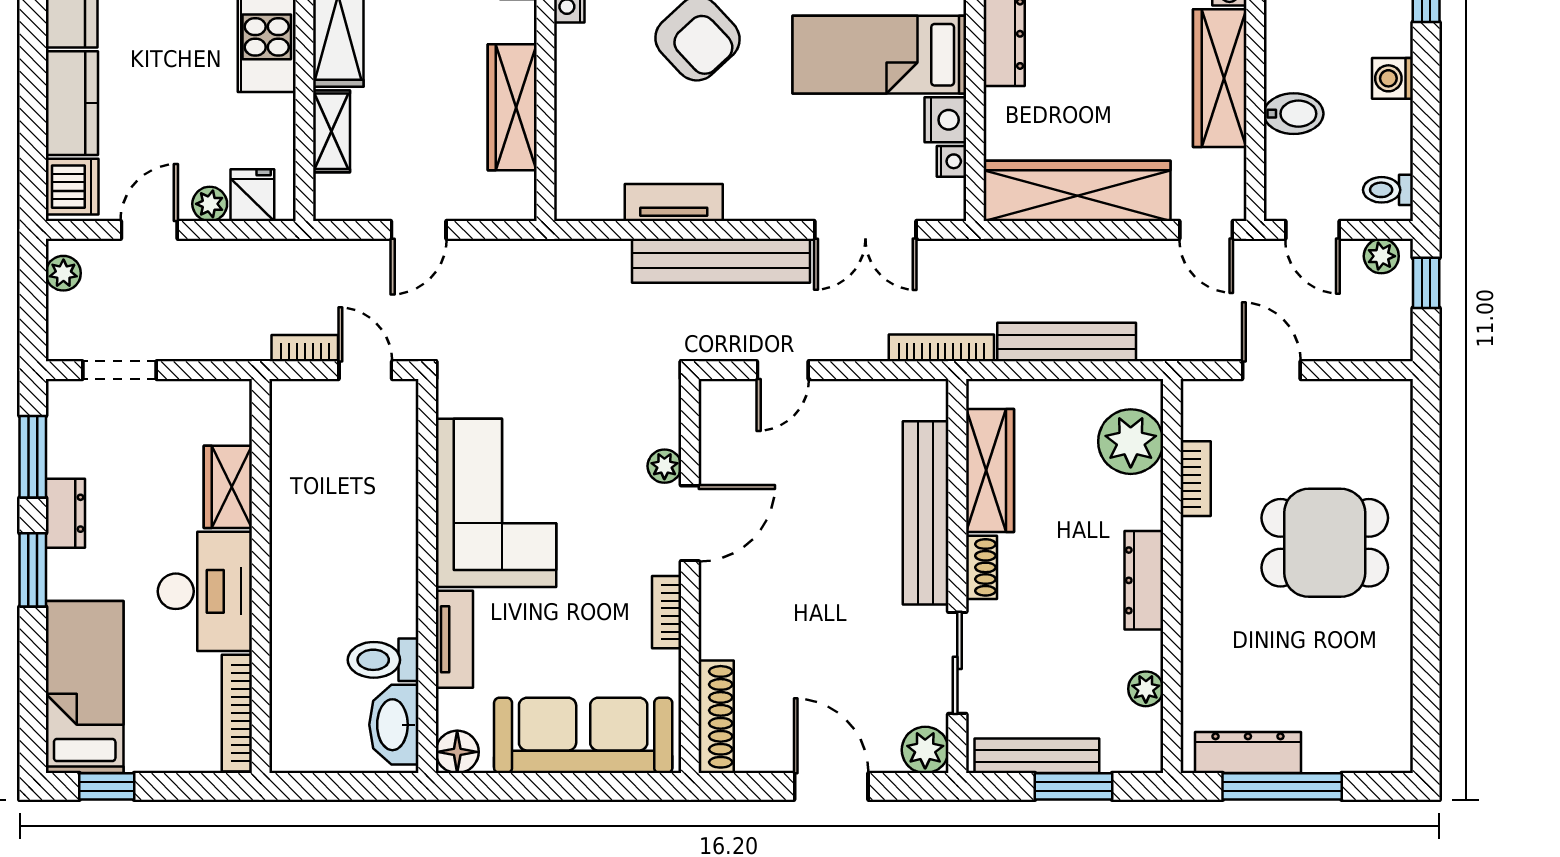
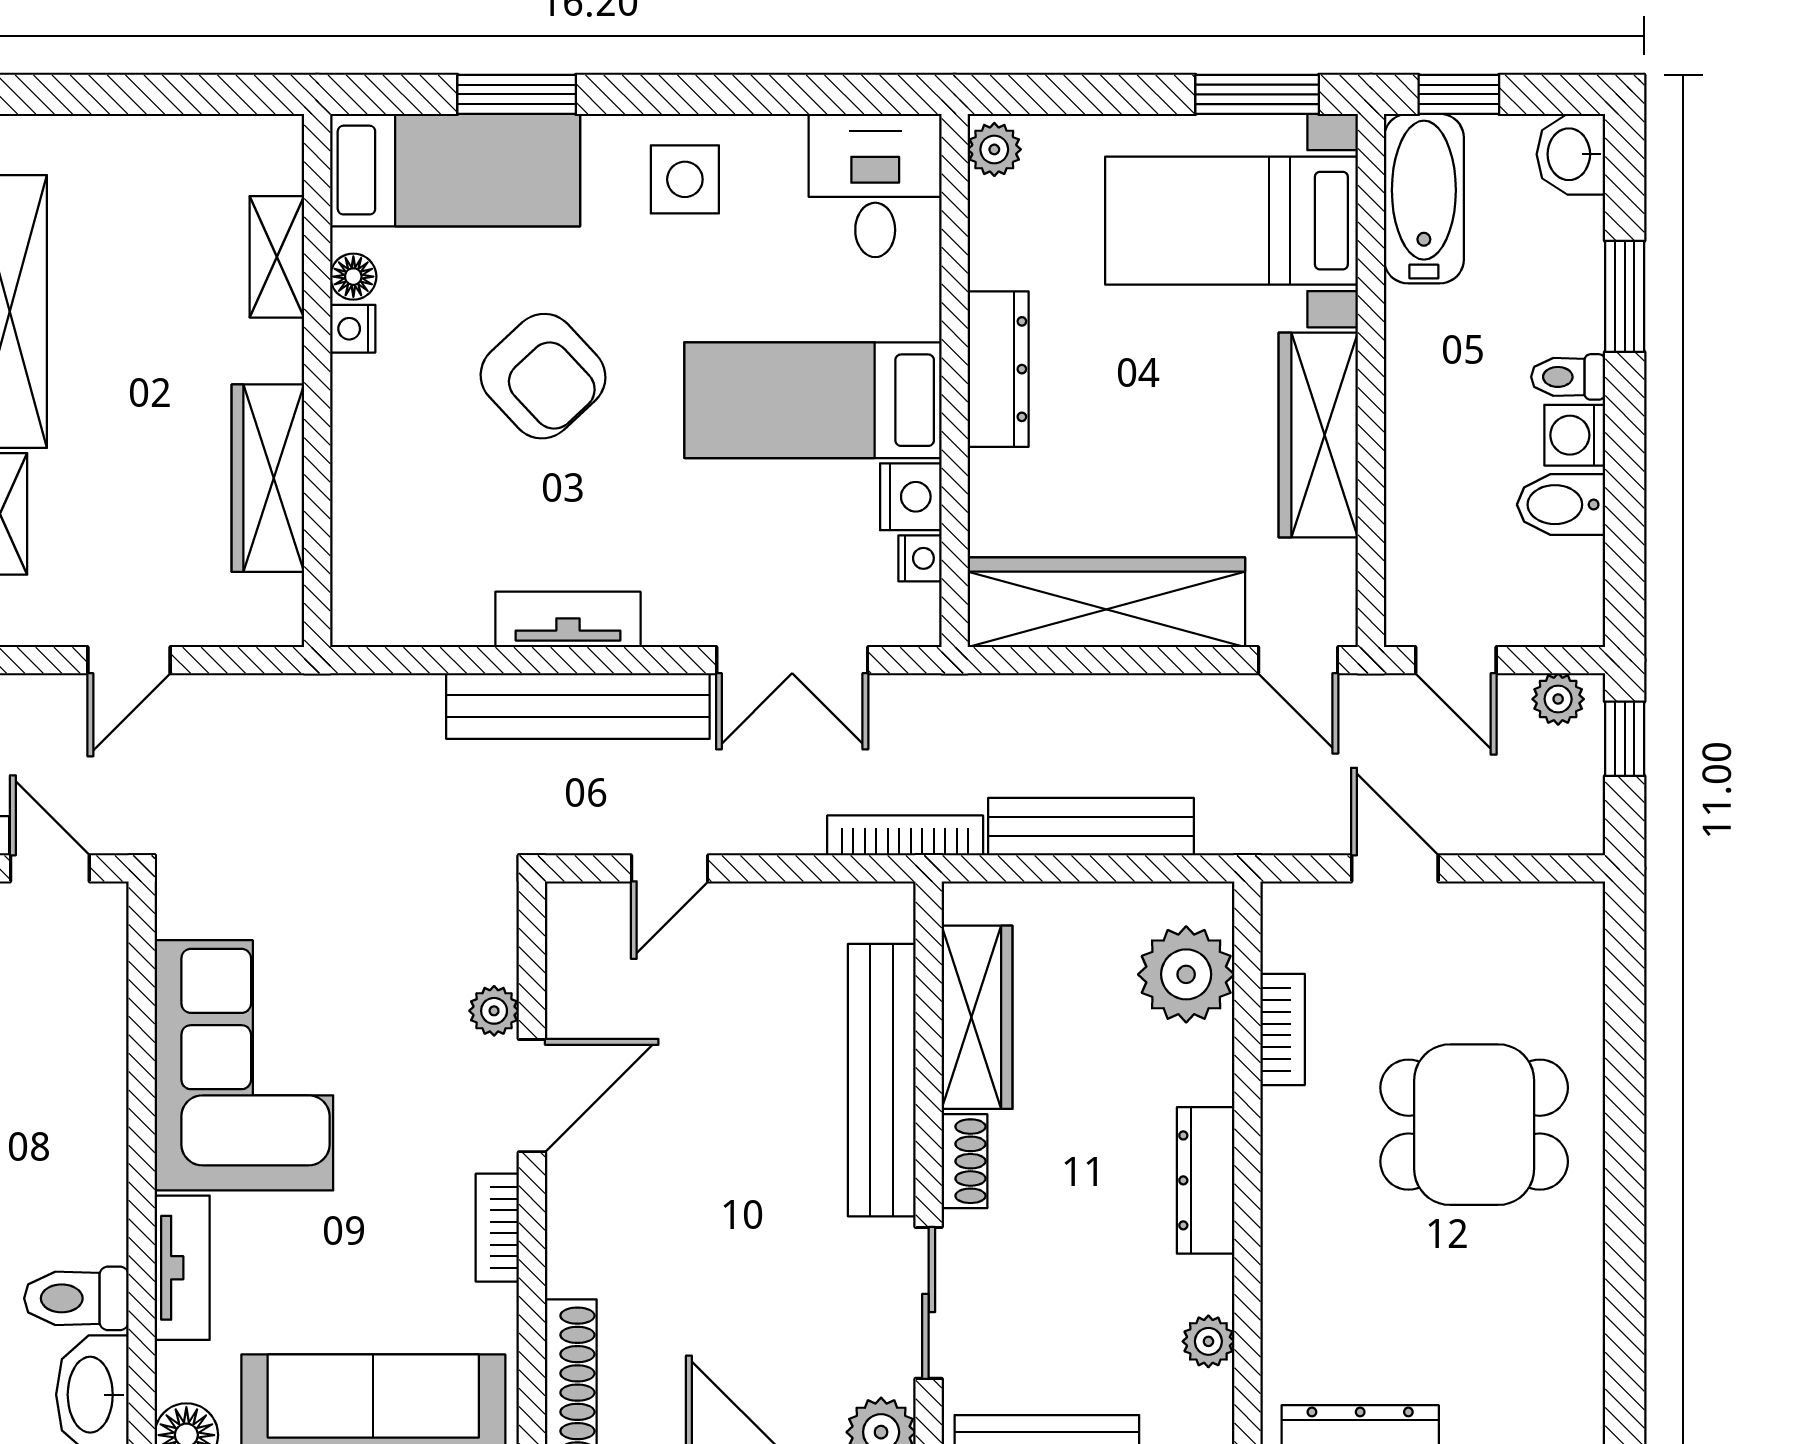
bidet: (1294, 114) -> (1561, 505), moved, turned 180
toilet: (1388, 190) -> (1568, 377), moved
tv unit: (674, 202) -> (568, 619), moved

